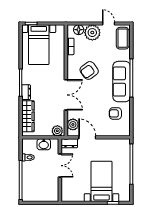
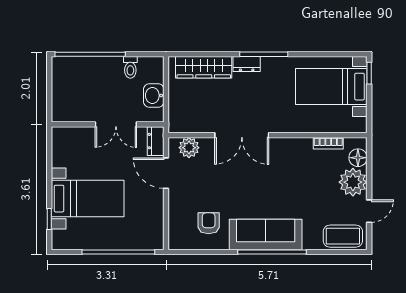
armchair: (89, 70) -> (285, 176), removed
plant: (57, 131) -> (178, 120), removed
door: (87, 137) -> (166, 173), swing flipped

